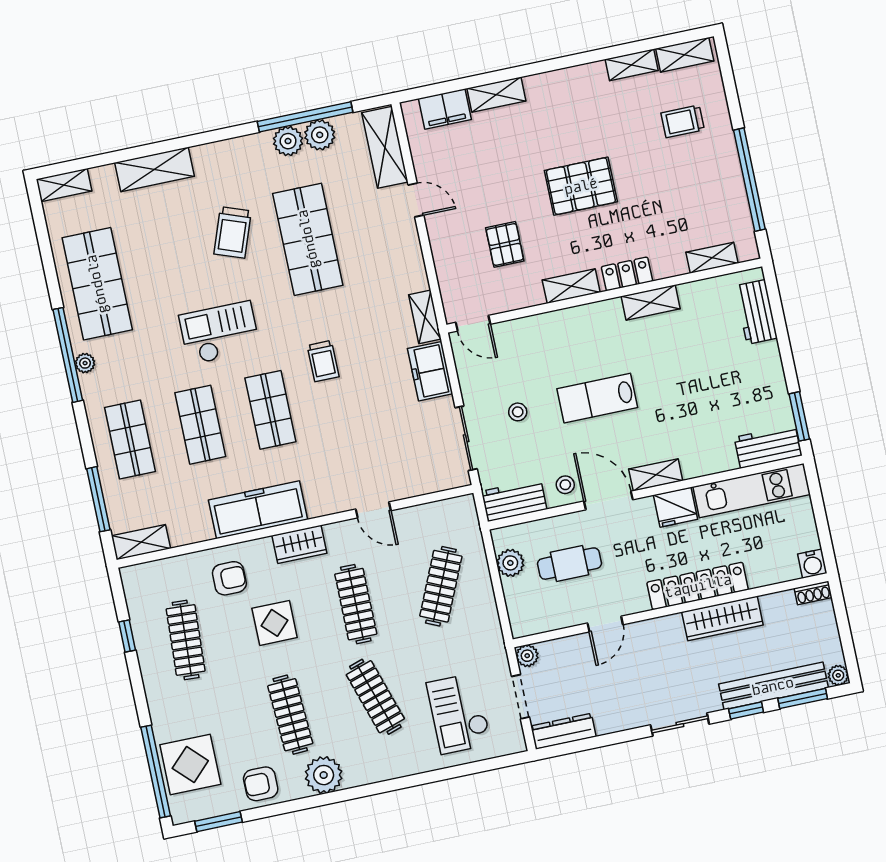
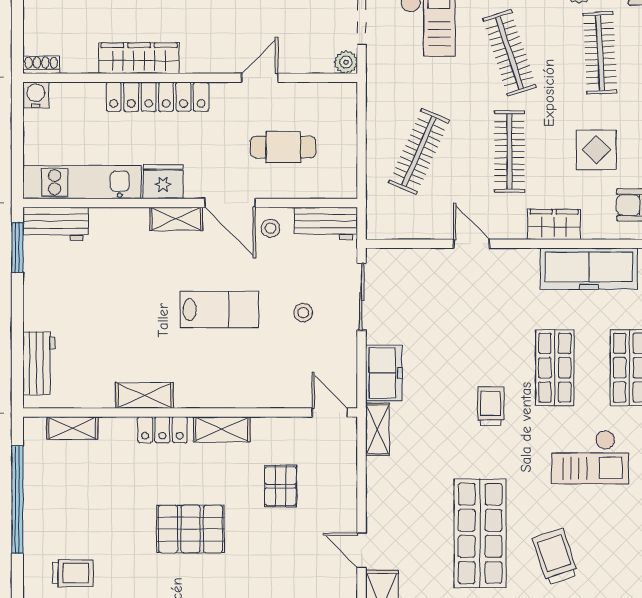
trolley: (233, 232) -> (555, 557), turned -38
plant: (510, 563) -> (343, 160), removed

